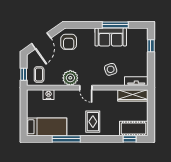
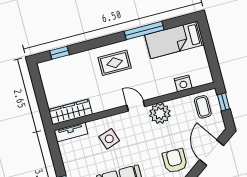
rug: (93, 122) -> (115, 63), turned 90
cot: (134, 128) -> (58, 68), removed

